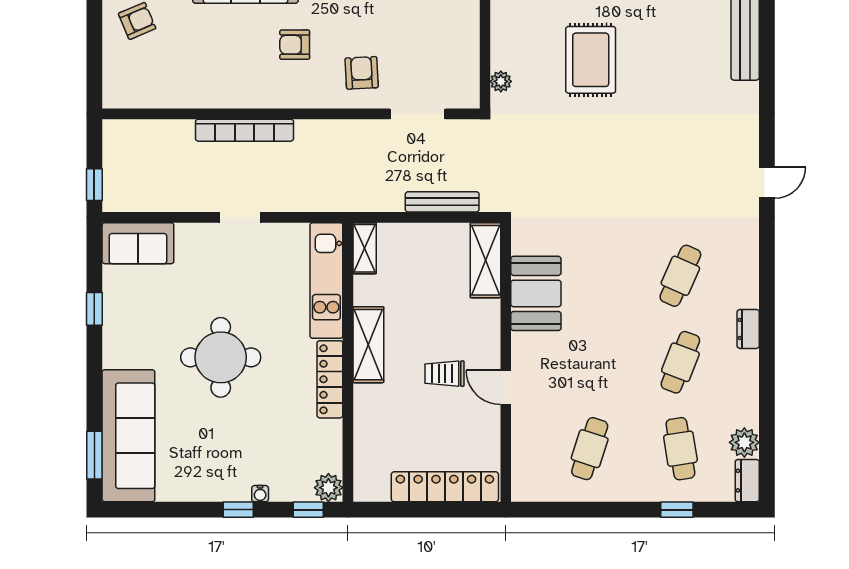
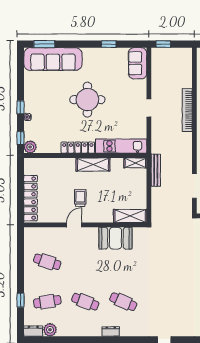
bench: (442, 202) -> (156, 170), moved
dresser: (748, 329) -> (111, 331), moved

